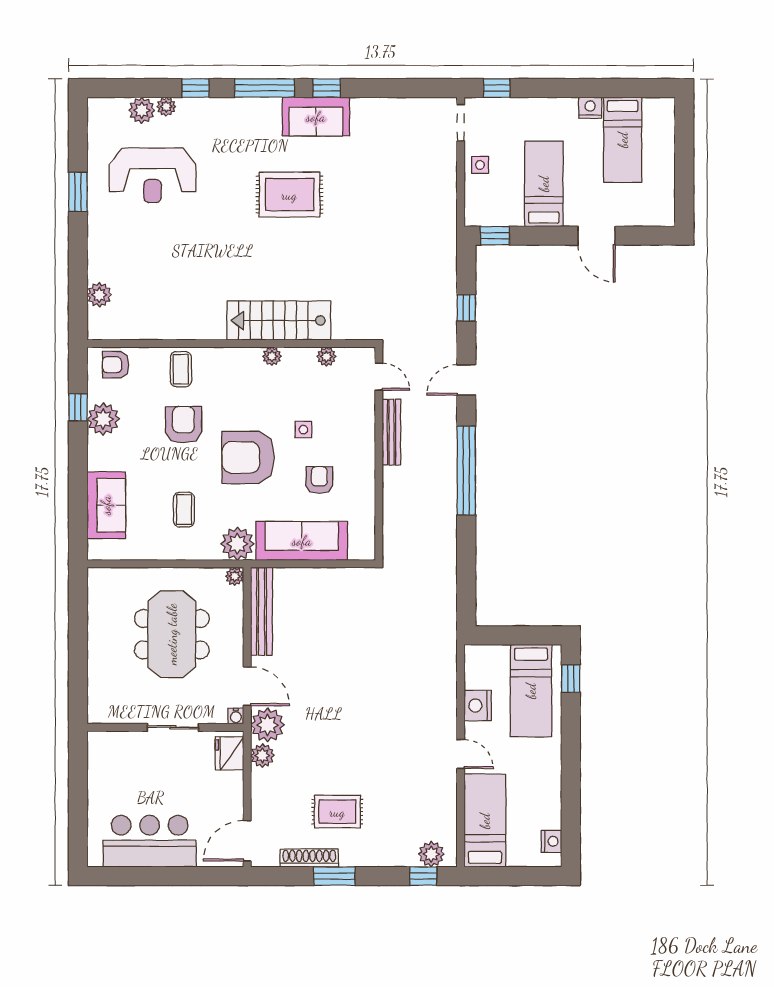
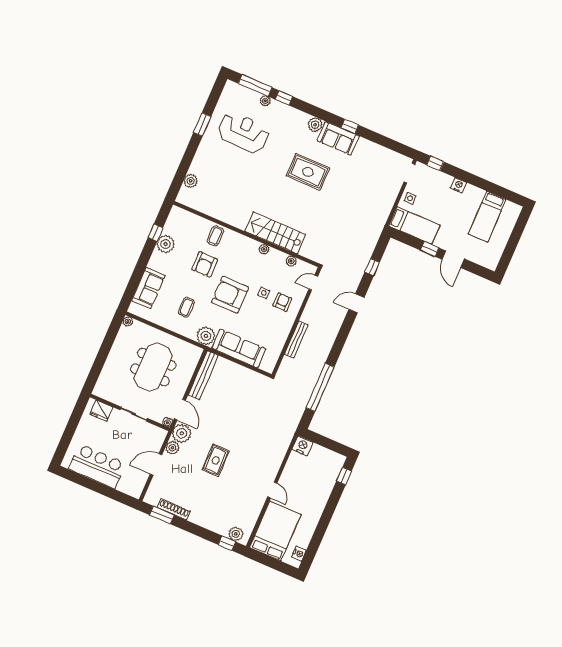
window: (264, 88) -> (255, 85), moved
nightstand: (590, 108) -> (458, 185), moved
plant: (142, 110) -> (315, 125), moved
reception desk: (153, 175) -> (243, 132), turned 180
bed: (544, 184) -> (414, 225), moved, turned 90
window: (495, 236) -> (430, 249), moved
armchair: (116, 365) -> (184, 219), removed
door: (379, 377) -> (313, 283), swing flipped
armchair: (183, 425) -> (205, 264), turned 180
bench: (391, 432) -> (296, 339), moved
window: (466, 470) -> (320, 387), moved
armchair: (319, 480) -> (282, 302), moved
plant: (235, 576) -> (128, 321), moved
bed: (531, 691) -> (321, 474), removed
nightstand: (478, 706) -> (302, 446), moved, turned 90
fridge: (229, 753) -> (101, 411), moved, turned -90
rug: (337, 812) -> (216, 460), moved, turned 90
bed: (485, 821) -> (275, 531), width x1.50
door: (247, 841) -> (156, 464), moved
window: (334, 876) -> (162, 515), moved

